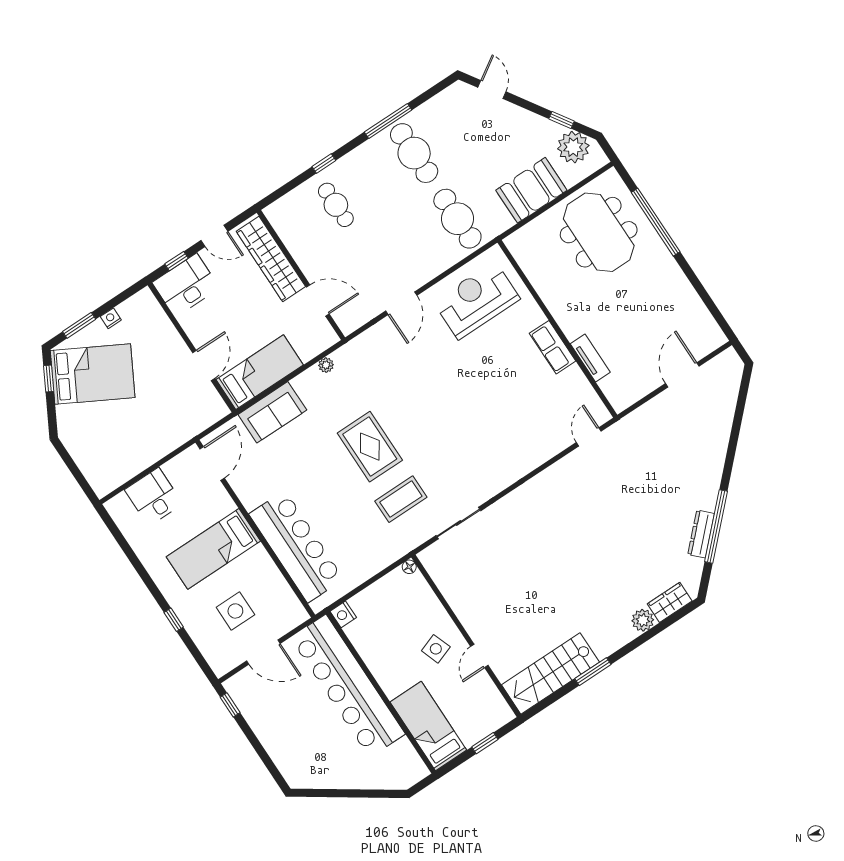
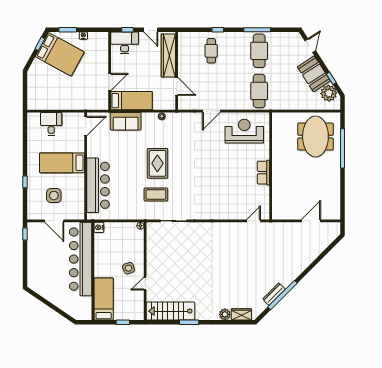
booth: (531, 190) -> (314, 74), moved, turned 57
tv unit: (590, 358) -> (276, 188), removed

